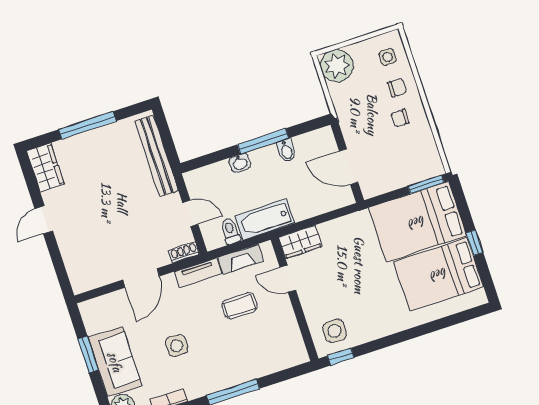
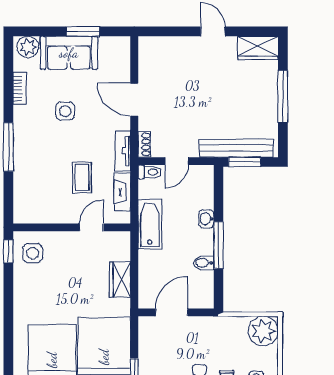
window: (168, 142) -> (245, 162), added
toilet: (230, 231) -> (150, 172), moved
wardrobe: (300, 242) -> (120, 280), moved

